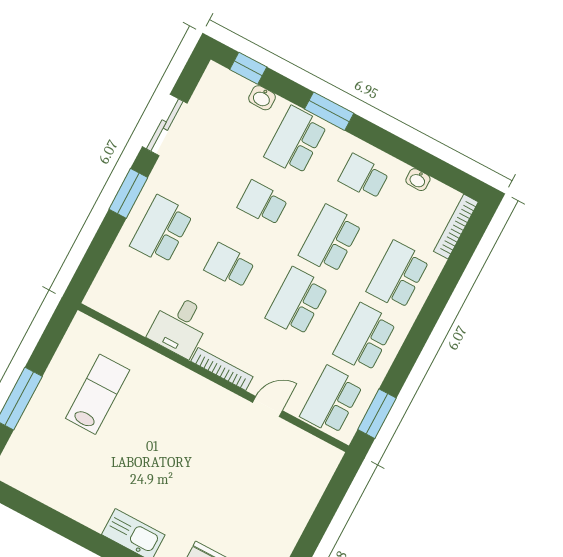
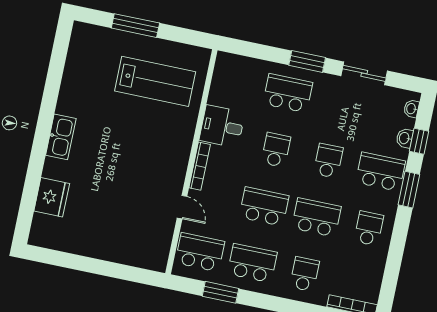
window: (248, 68) -> (419, 141), moved
washbasin: (418, 180) -> (411, 109), moved
school desk: (398, 275) -> (305, 274), width x0.54
lab bench: (98, 394) -> (155, 81), width x1.36, depth x1.39
window: (377, 414) -> (221, 292), moved

